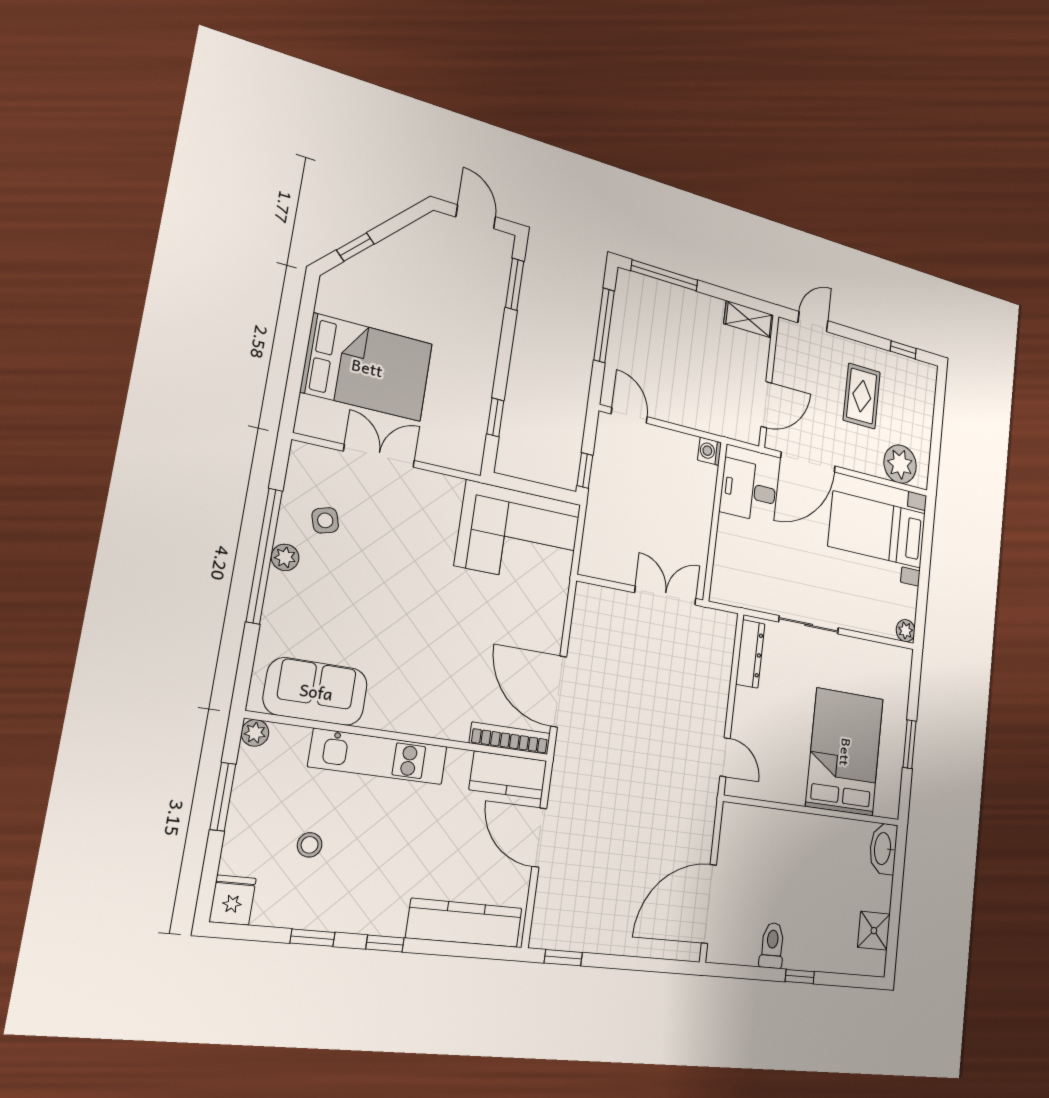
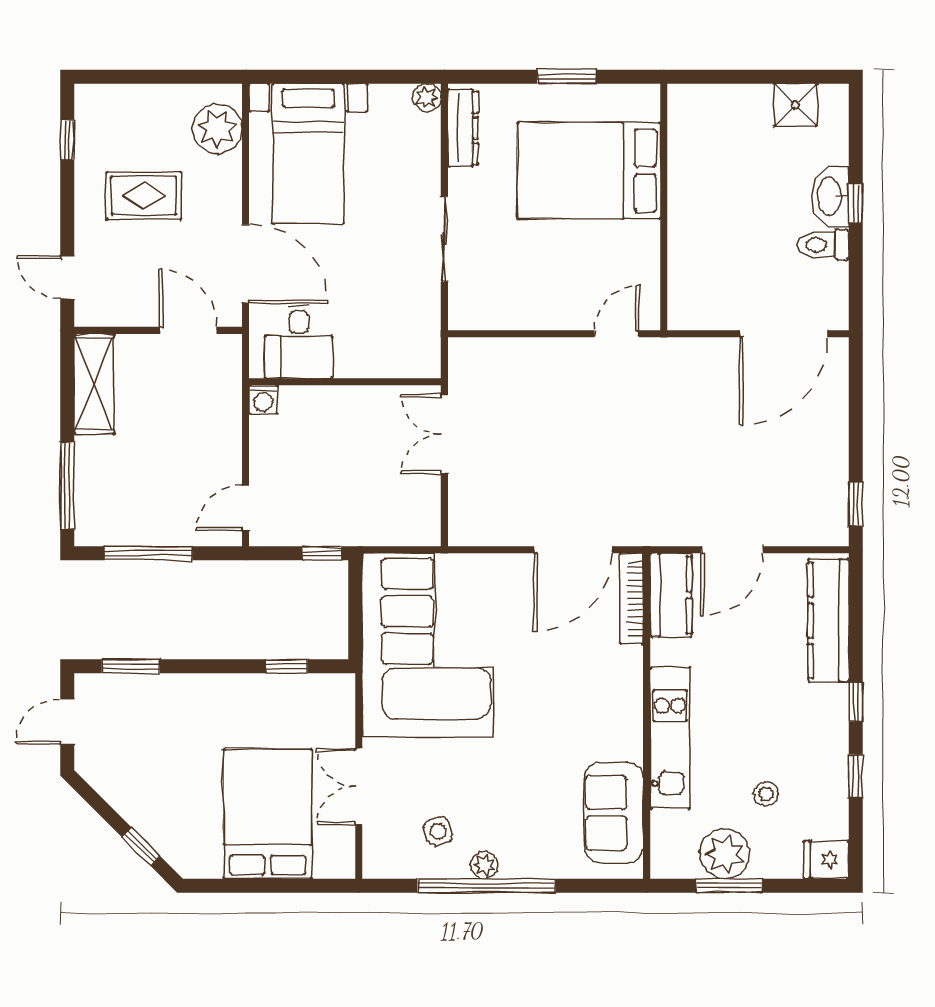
shelving: (749, 319) -> (94, 384), width x1.50, depth x1.33
corner sofa: (518, 535) -> (428, 645), width x1.36, depth x1.36
dresser: (750, 654) -> (463, 128), moved, turned 90
plant: (255, 733) -> (725, 854), moved, width x1.88, depth x1.88
washbasin: (883, 849) -> (830, 196), moved, turned 90
door: (709, 904) -> (784, 334), hinge flipped

